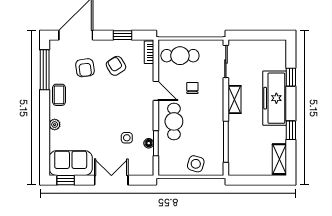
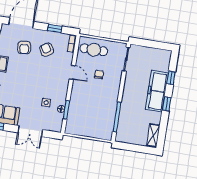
shelving: (235, 100) -> (128, 88), removed
cafe table: (174, 121) -> (82, 96), removed
window: (291, 130) -> (167, 104), moved
side table: (196, 164) -> (93, 129), removed
double door: (111, 180) -> (30, 131), swing flipped

